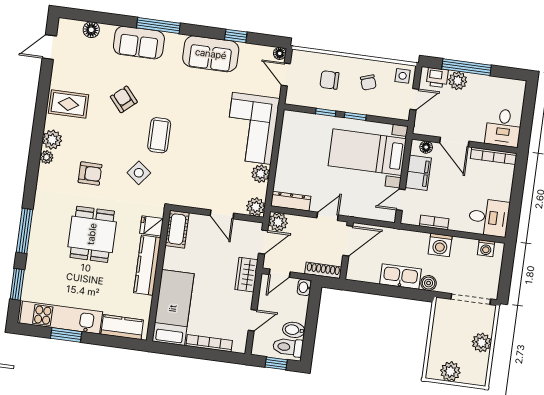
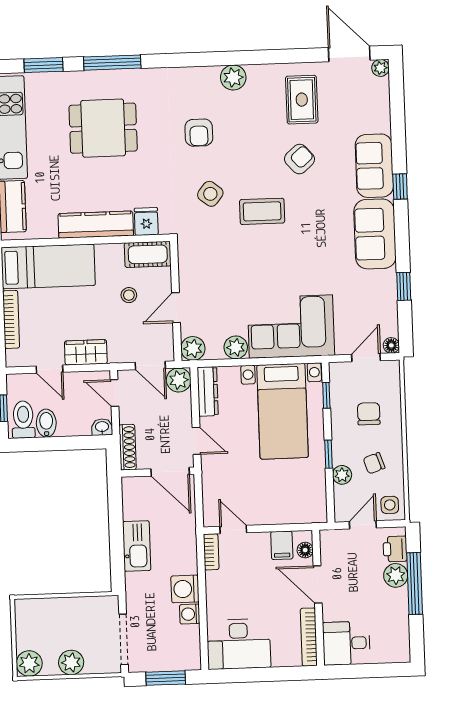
window: (158, 26) -> (400, 186), width x0.46
floor lamp: (91, 30) -> (380, 103), removed
door: (49, 47) -> (349, 54), width x1.38
sofa: (211, 54) -> (375, 234), moved
door: (414, 99) -> (363, 525), swing flipped
rug: (69, 104) -> (302, 100), moved
plant: (373, 109) -> (342, 475), added
window: (326, 112) -> (326, 395), moved
door: (454, 142) -> (318, 584), hinge flipped
bed with nightstands: (367, 152) -> (283, 411), moved, turned 180
plant: (47, 157) -> (380, 68), moved
filing cabinet: (418, 173) -> (282, 545), width x0.50
desk: (489, 217) -> (239, 644), width x1.37
bookcase: (434, 222) -> (211, 552), moved
dining table: (92, 234) -> (103, 128), moved
washing machine: (486, 248) -> (190, 614), moved
stool: (206, 249) -> (129, 295), added
window: (506, 272) -> (166, 678), added
wardrobe: (246, 275) -> (86, 352), moved
boiler: (429, 283) -> (135, 583), removed
plant: (450, 371) -> (29, 663), moved

